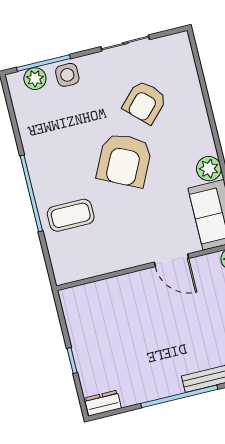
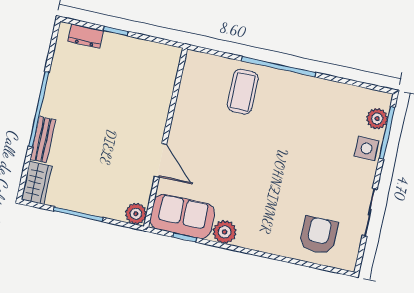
armchair: (145, 102) -> (319, 235), moved, turned 46
armchair: (124, 160) -> (268, 162), removed
door: (171, 260) -> (161, 160), swing flipped
dresser: (103, 403) -> (86, 36), moved, turned 90

